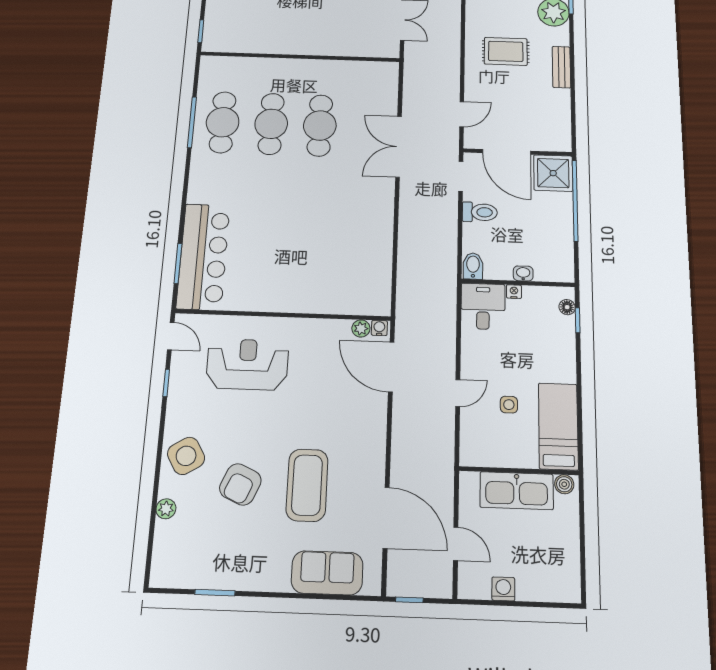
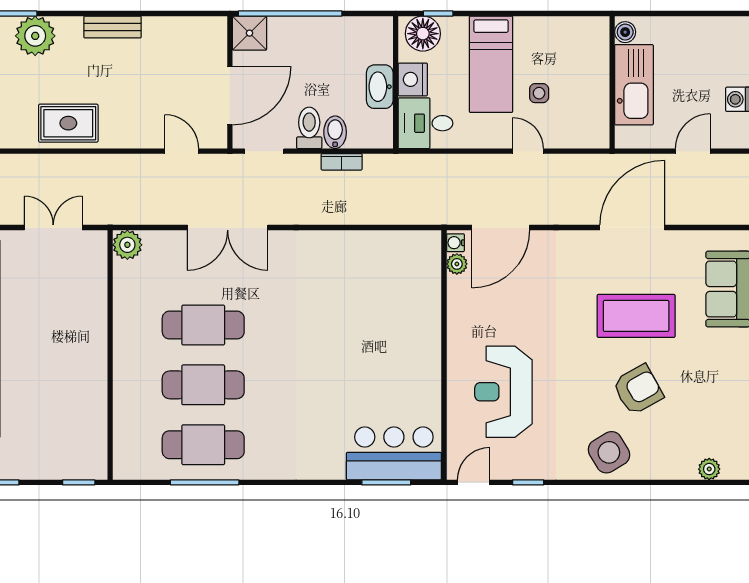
rug: (506, 51) -> (68, 123), moved, turned 90
plant: (387, 72) -> (127, 245), added
shower: (553, 173) -> (250, 33), width x0.73, depth x0.73
bookcase: (451, 237) -> (342, 162), added
bar counter: (203, 257) -> (394, 453), width x0.73
bidet: (473, 266) -> (335, 132), moved, turned 90
washbasin: (523, 273) -> (380, 87), width x1.91, depth x1.45
nightstand: (514, 292) -> (413, 79), width x1.89, depth x1.79
floor lamp: (567, 307) -> (423, 34), width x1.89, depth x1.89
bed: (558, 426) -> (491, 64), moved, turned -90
armchair: (240, 484) -> (638, 390), turned -53
plant: (166, 509) -> (709, 469), moved
door: (386, 518) -> (632, 228), moved

